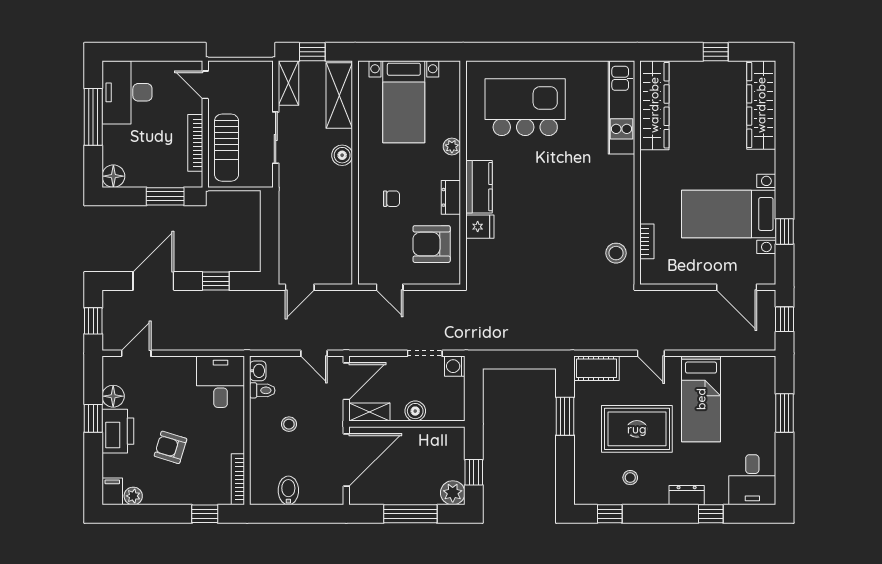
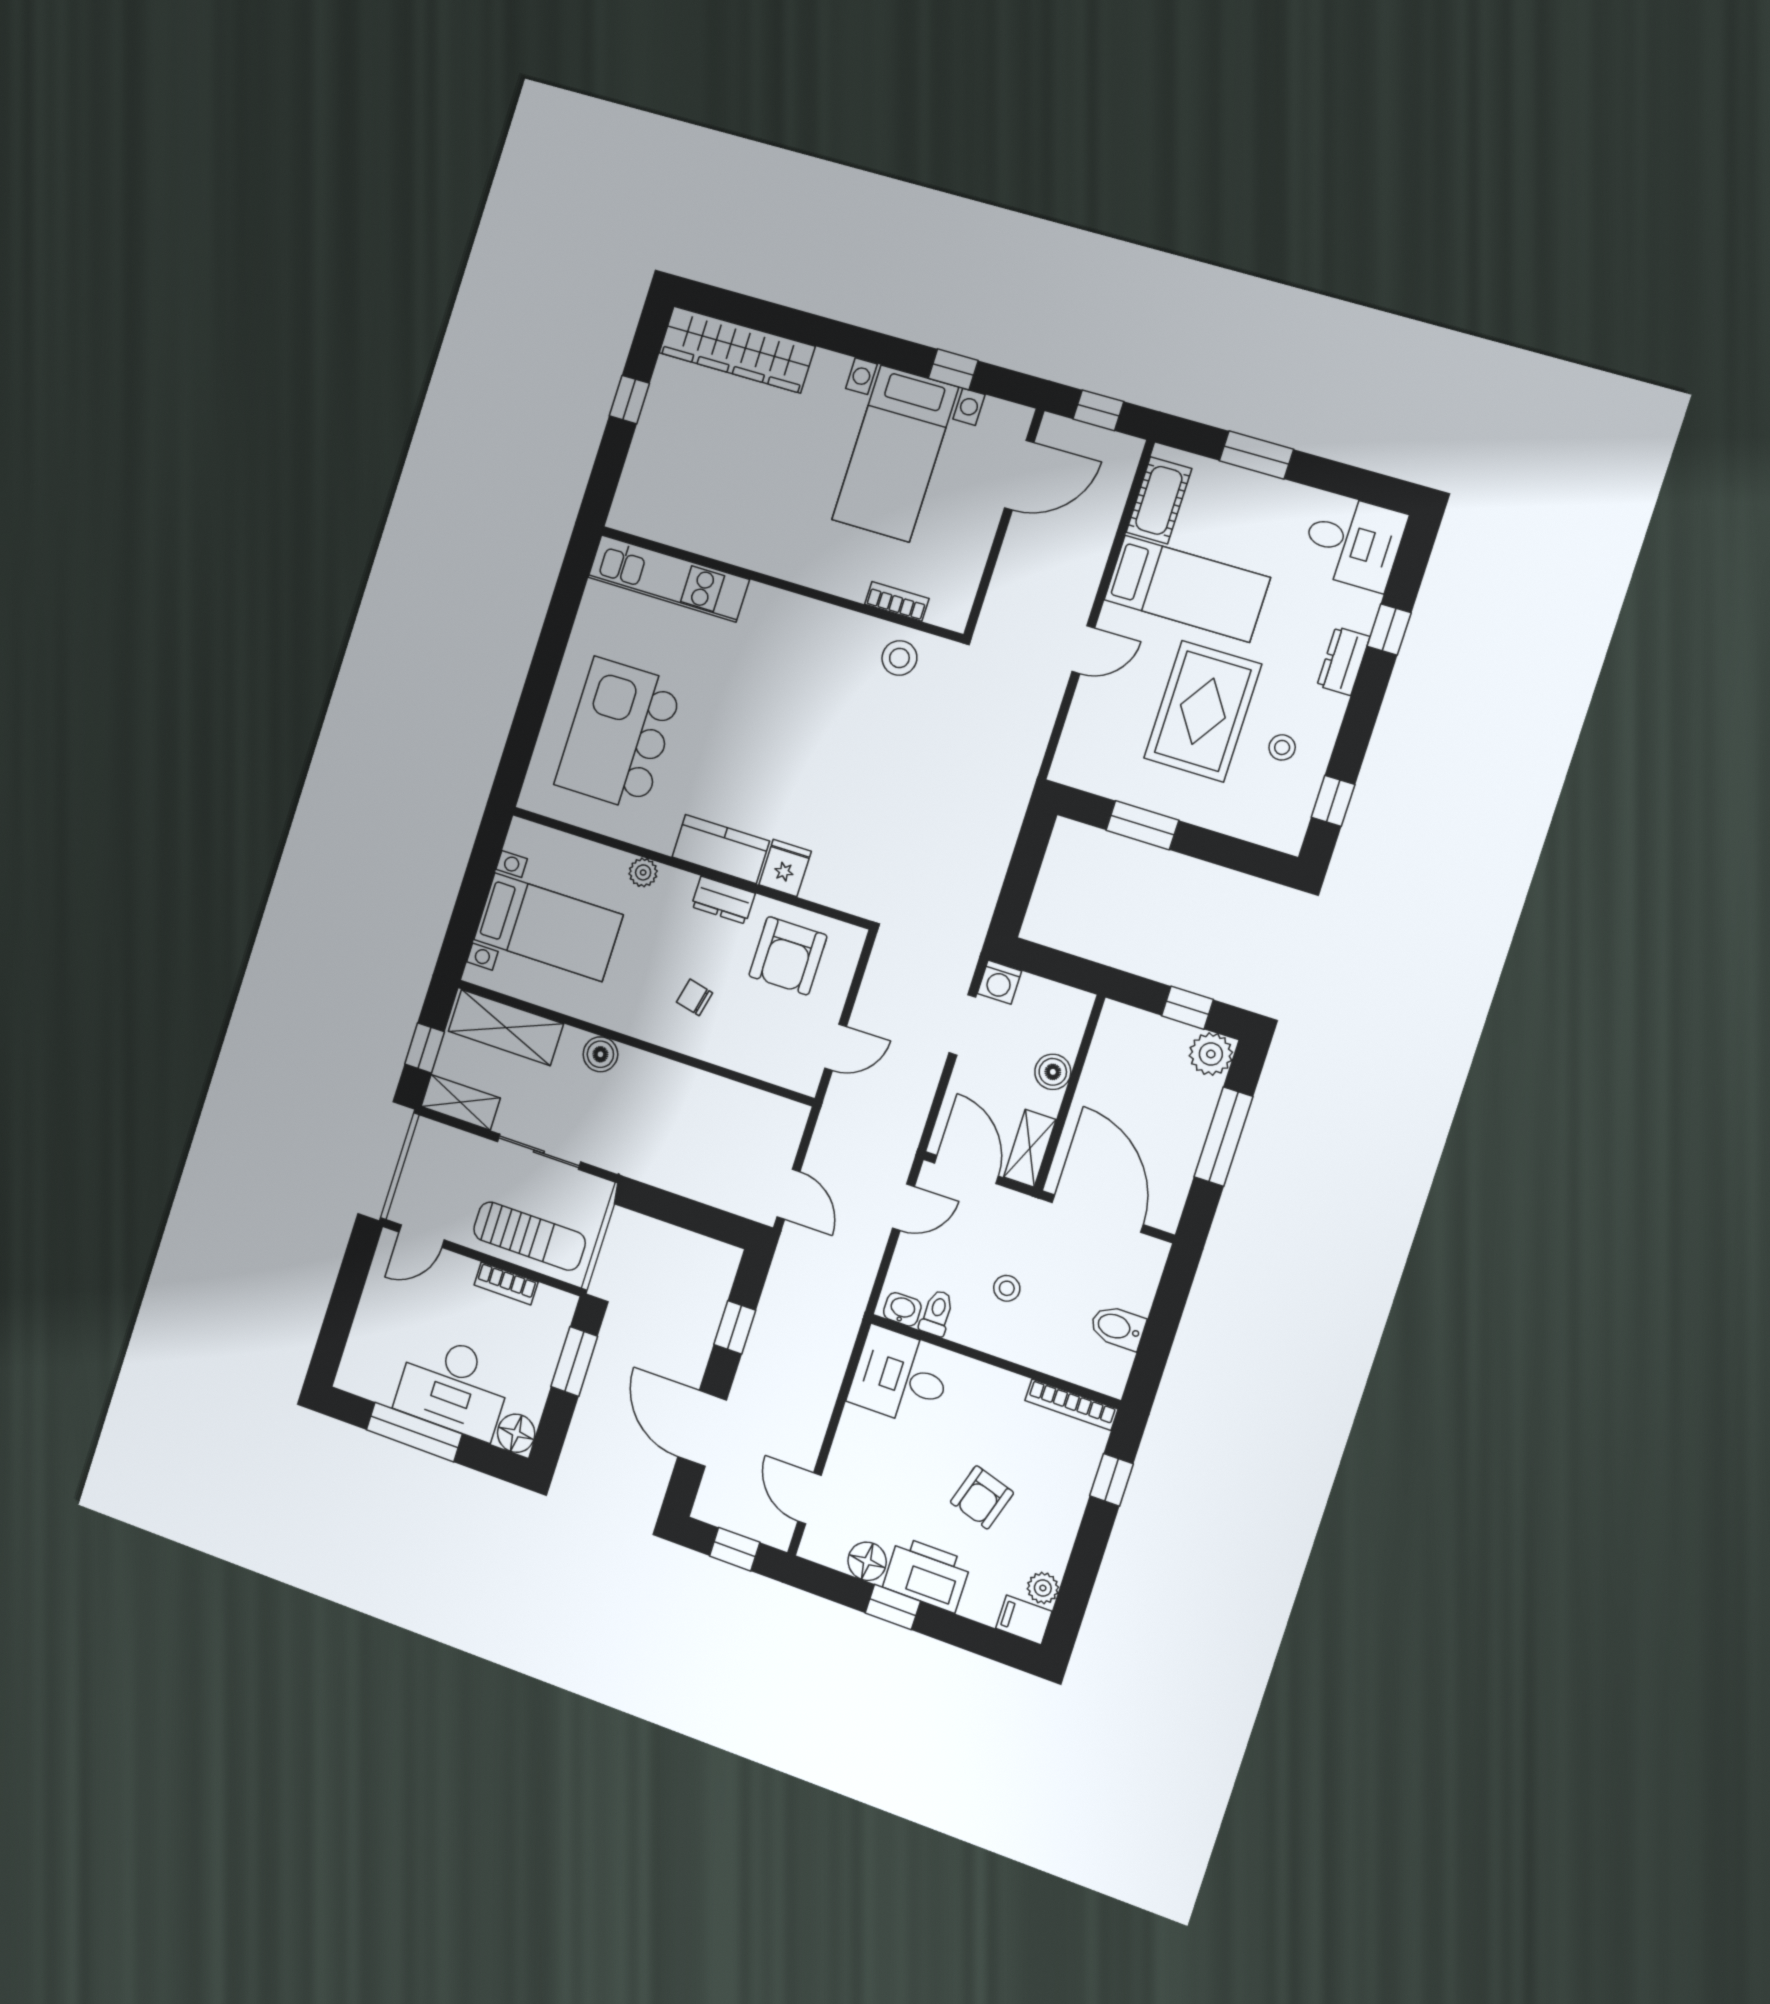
desk: (127, 92) -> (454, 1386), moved
wardrobe: (654, 105) -> (682, 524), removed
bookcase: (195, 143) -> (506, 1284), width x0.64
chair: (391, 199) -> (695, 997), turned -77
cot: (596, 368) -> (1159, 500), moved

